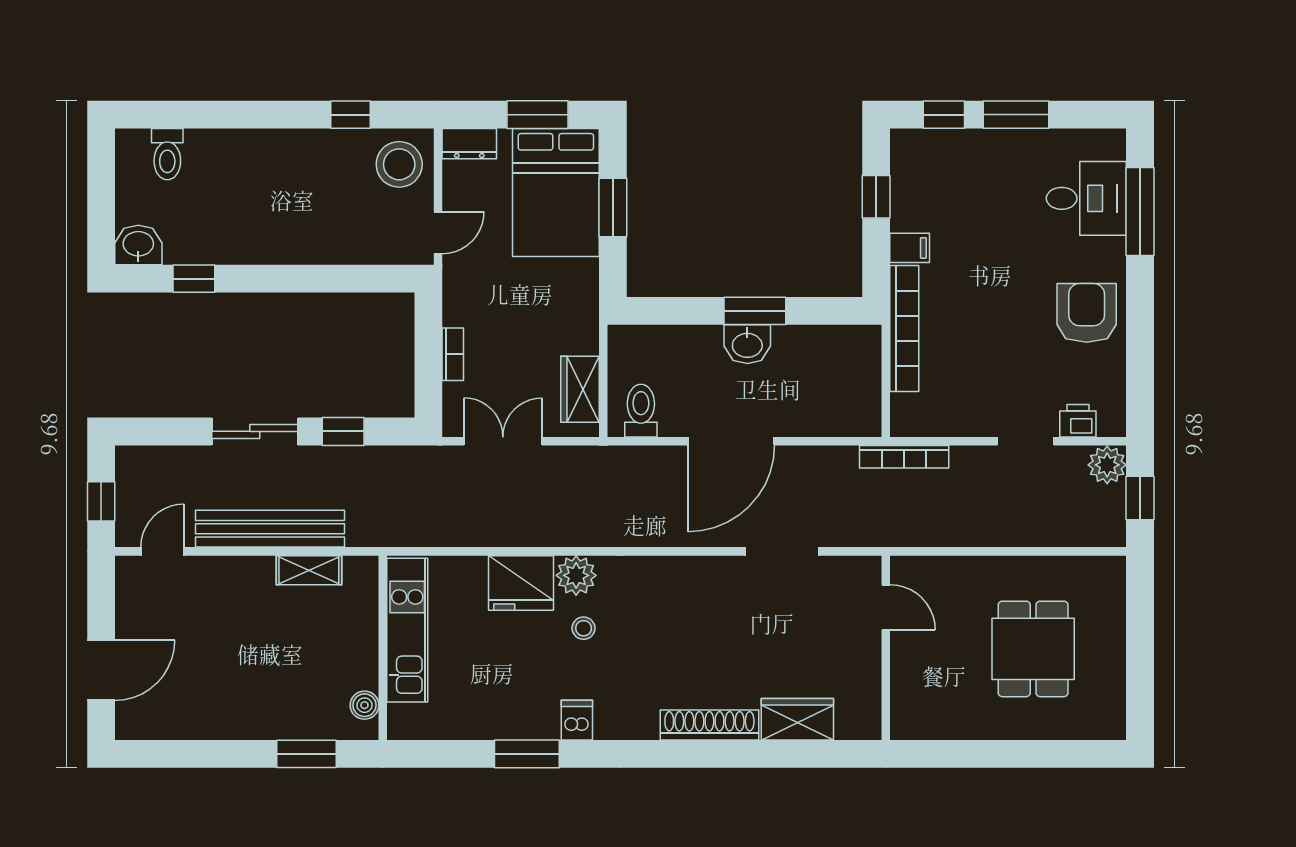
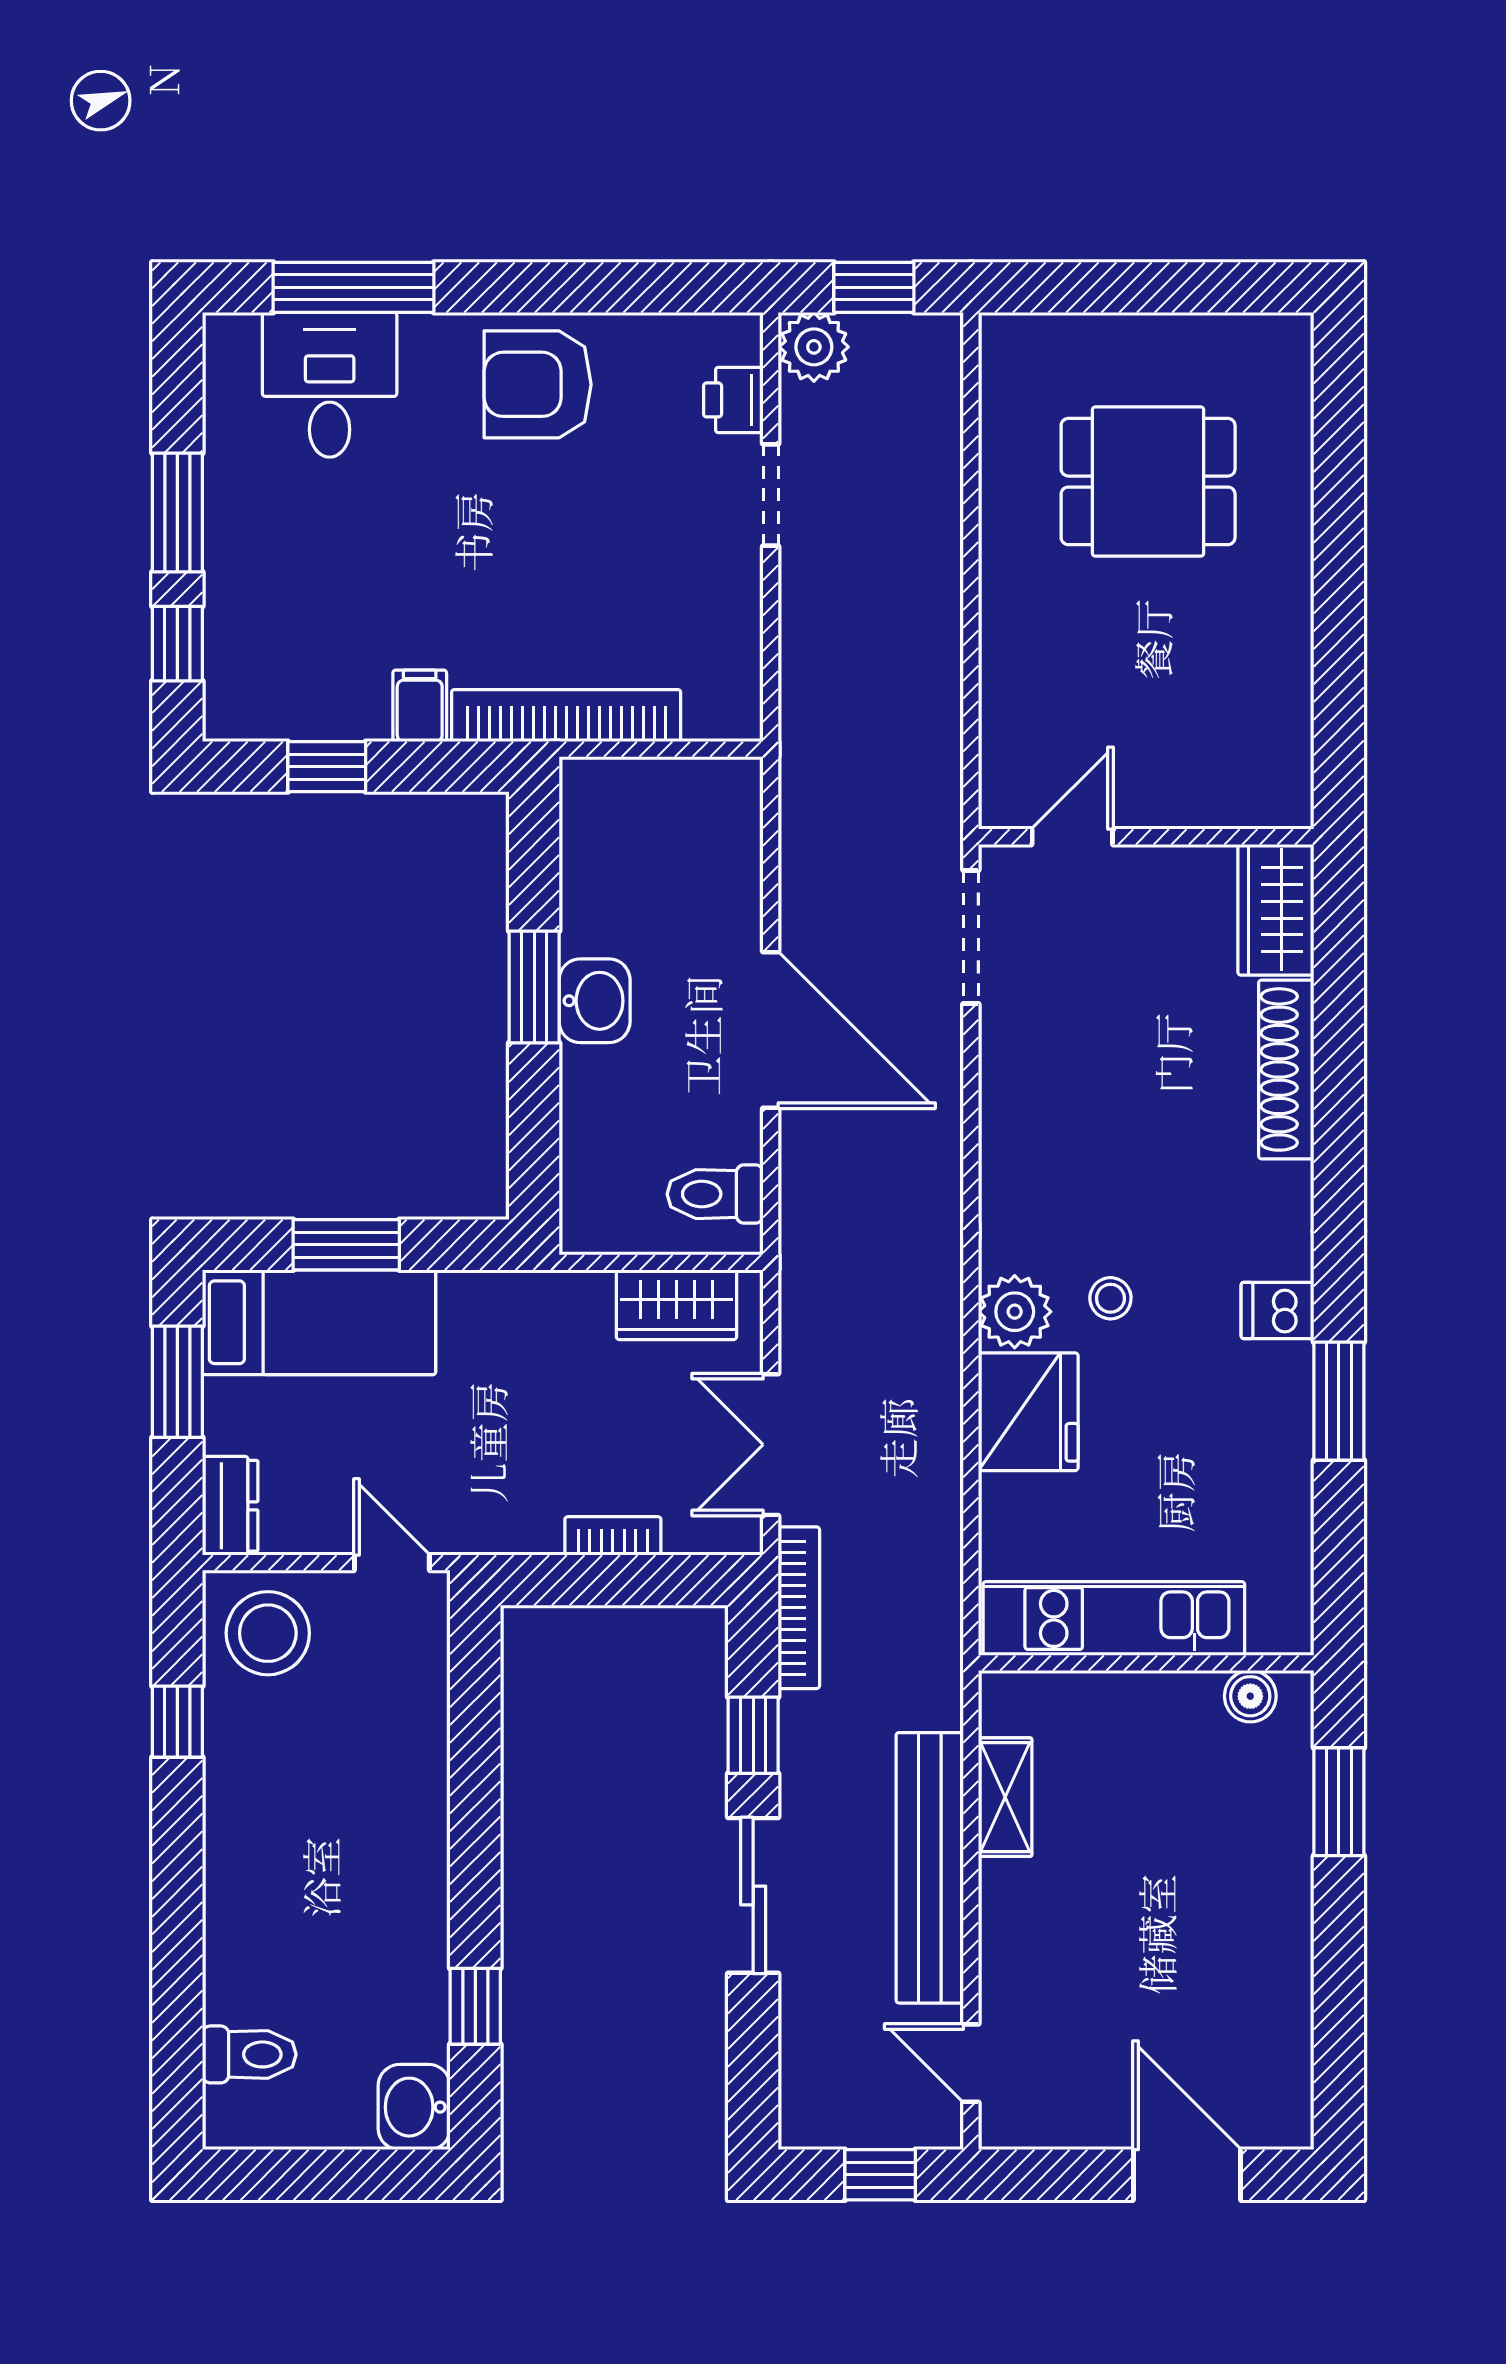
bed: (556, 193) -> (319, 1322), width x0.67
bookcase: (904, 457) -> (799, 1608), moved
door: (886, 607) -> (1072, 837), moved
wall: (886, 648) -> (1146, 837), moved

